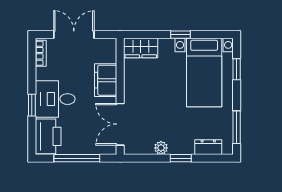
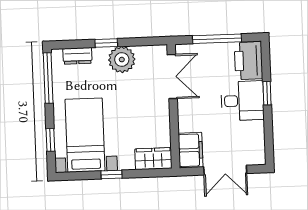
bookcase: (41, 53) -> (260, 149), removed
filing cabinet: (106, 80) -> (191, 150), moved
window: (237, 127) -> (48, 78), width x1.44
plant: (161, 148) -> (122, 60), width x1.88, depth x1.88

